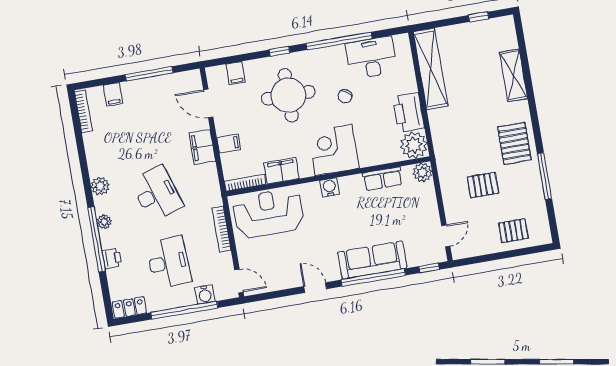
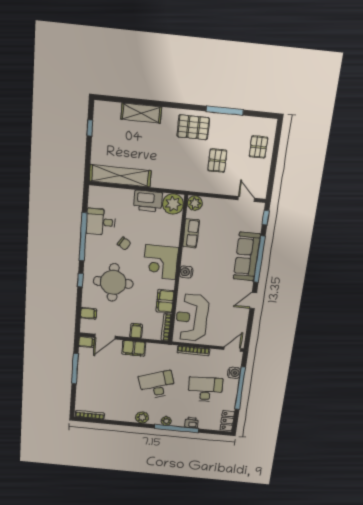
desk: (371, 58) -> (101, 222), width x0.73
filing cabinet: (113, 94) -> (87, 342), moved

